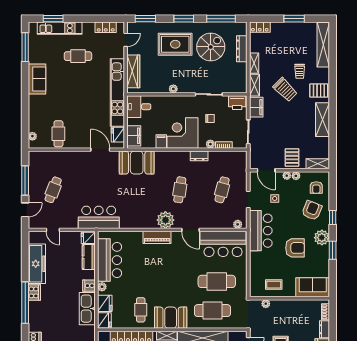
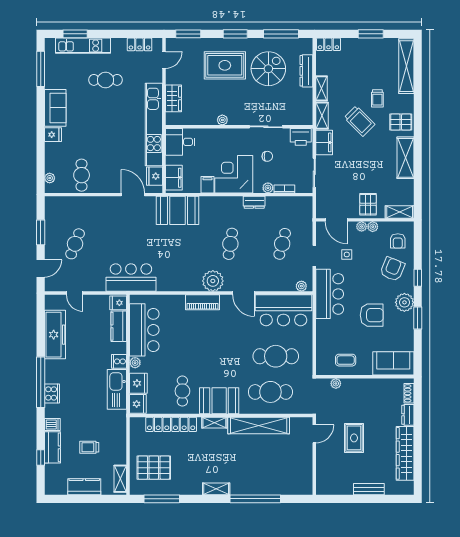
wardrobe: (133, 71) -> (173, 98), width x0.67
fridge: (35, 101) -> (53, 135), added
window: (25, 180) -> (41, 232), width x0.69
cooker: (34, 292) -> (52, 394), moved

